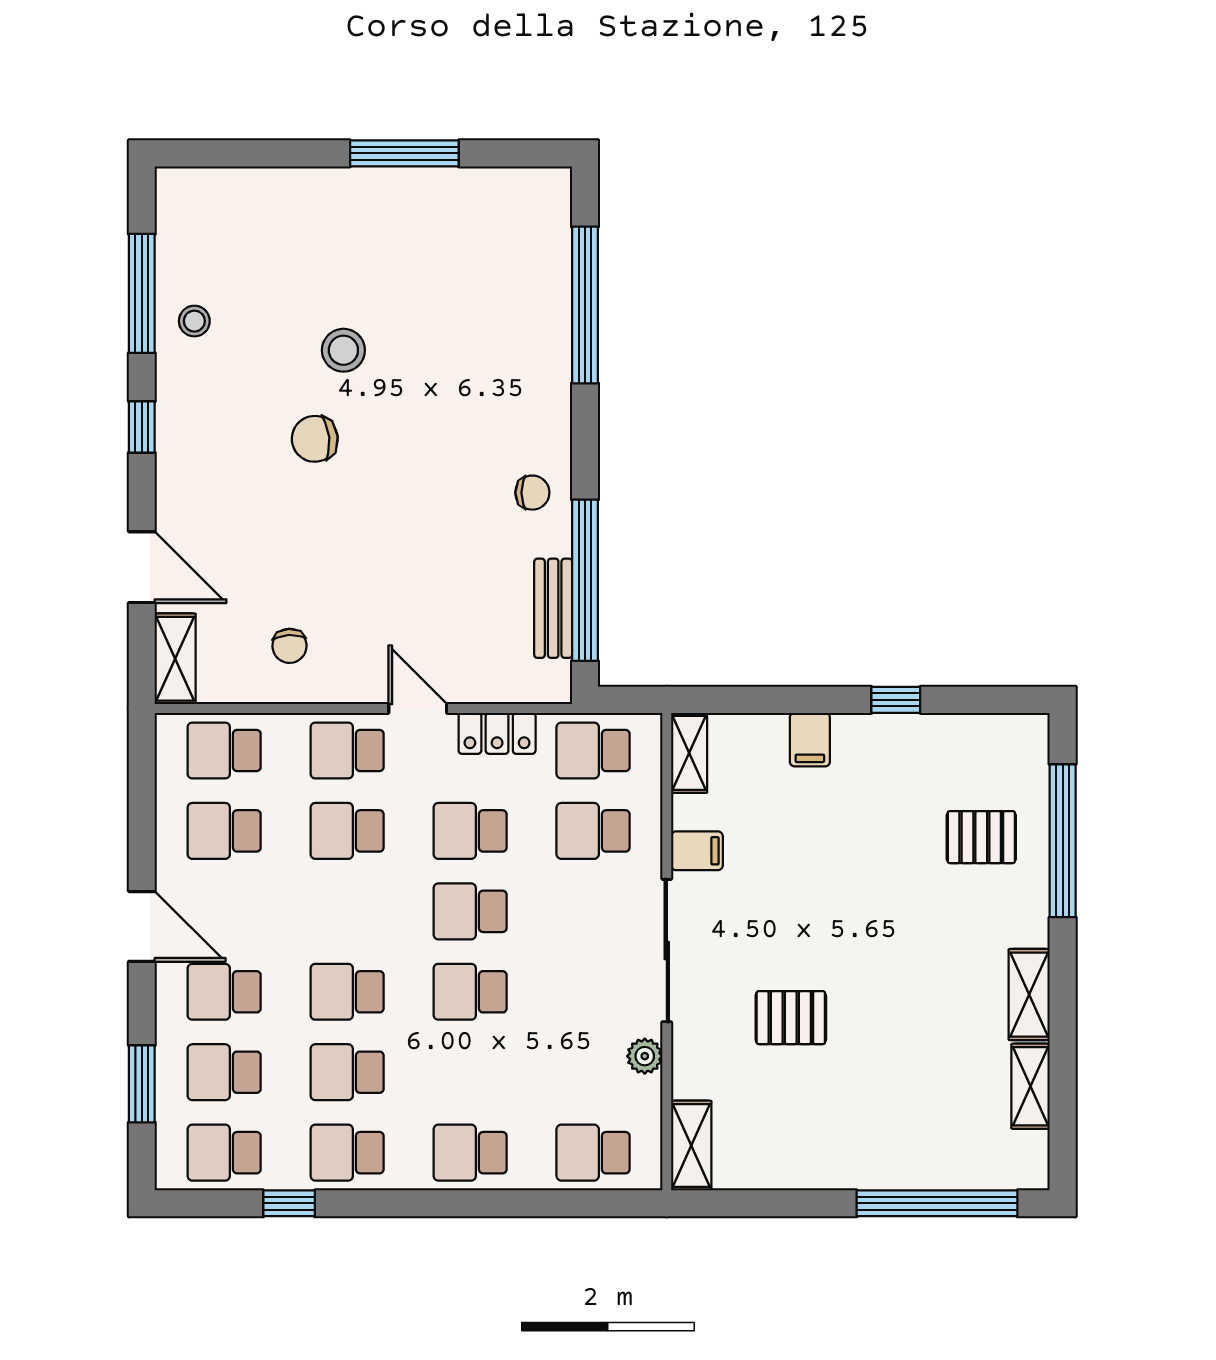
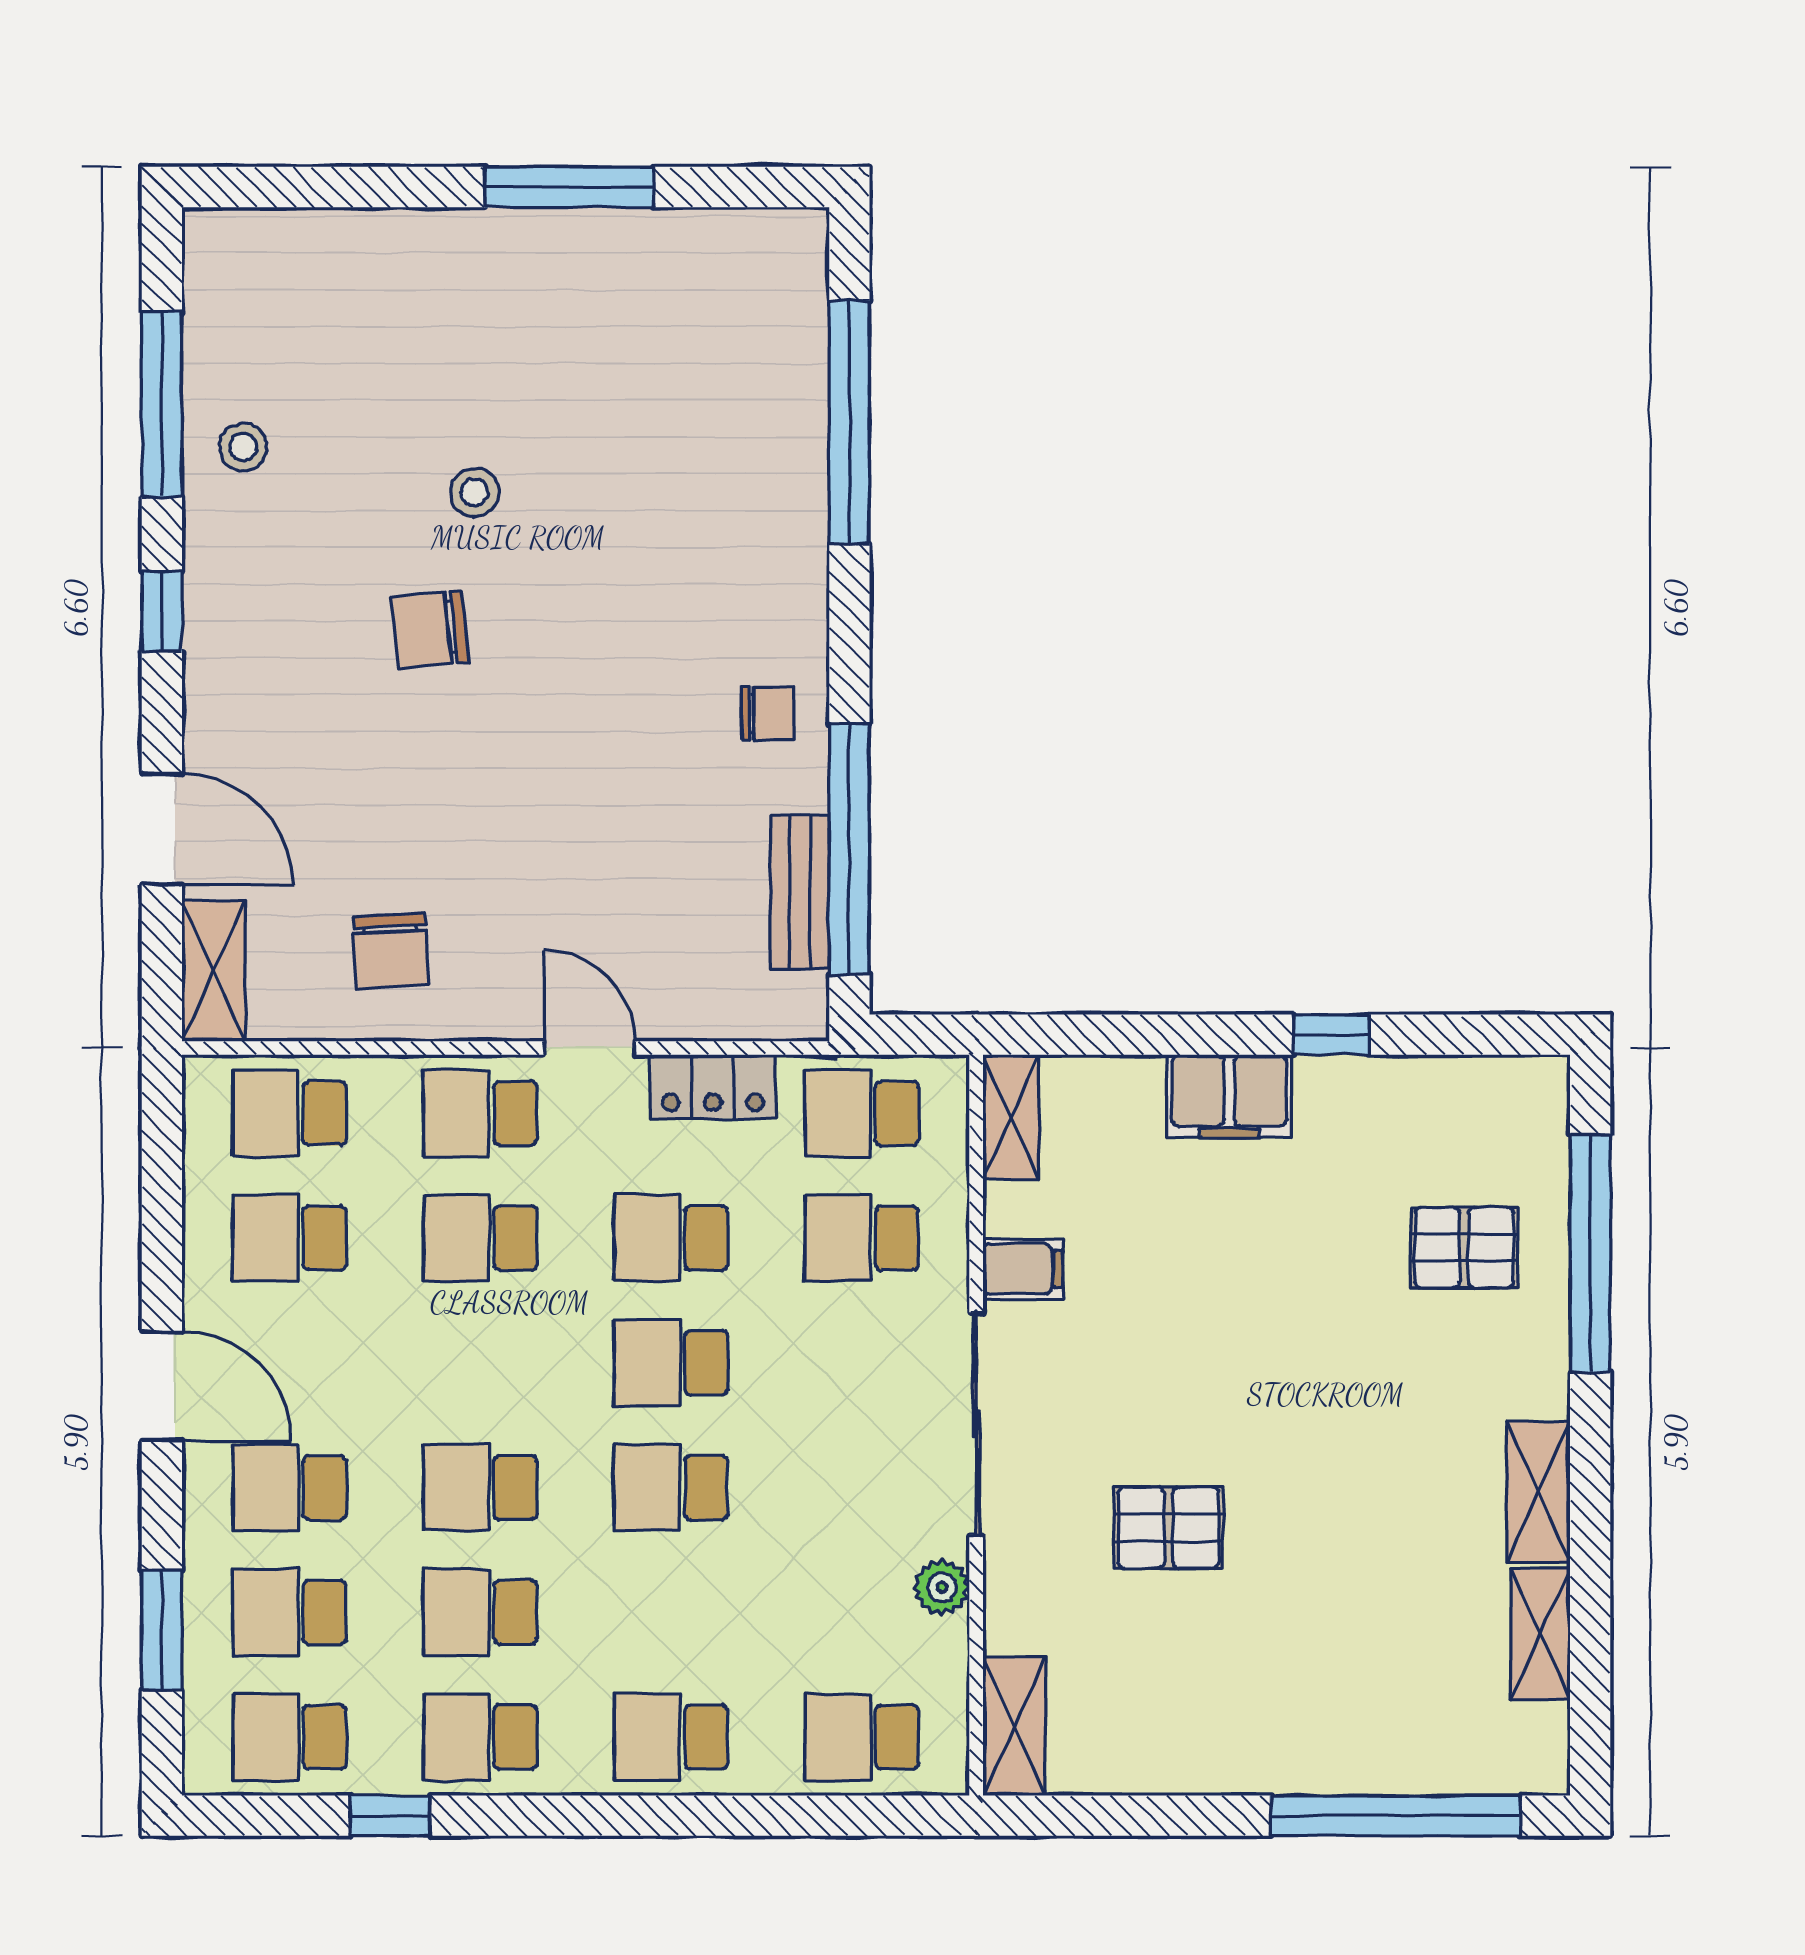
stool: (343, 350) -> (474, 492), width x0.73, depth x0.73
chair: (289, 646) -> (391, 951), width x1.37, depth x1.37
filing cabinet: (810, 740) -> (1229, 1096), width x2.00

